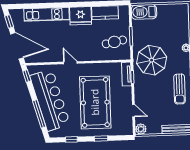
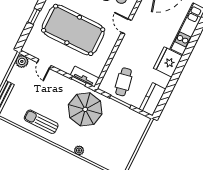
barbecue: (144, 12) -> (138, 128), removed
kitchen counter: (105, 13) -> (153, 99), moved
door: (70, 63) -> (126, 26), swing flipped
door: (133, 111) -> (44, 64), hinge flipped

